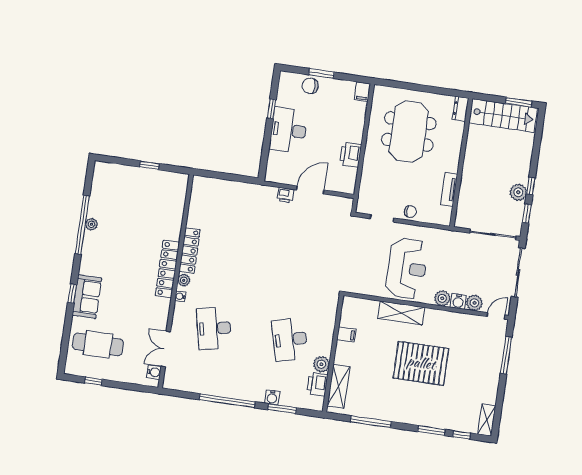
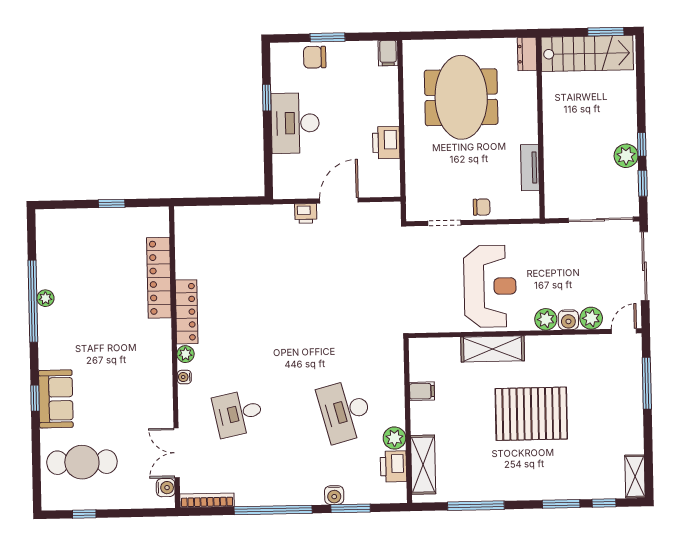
locker: (167, 269) -> (159, 278), moved
desk: (214, 328) -> (238, 413), width x0.73
bookcase: (182, 386) -> (207, 500), added

